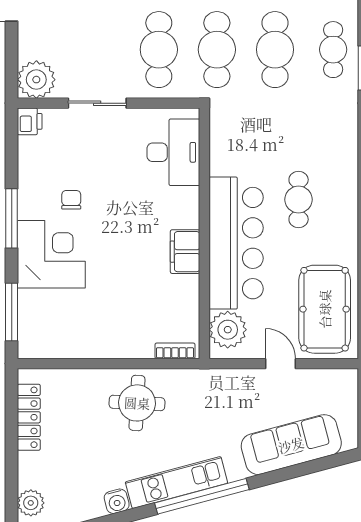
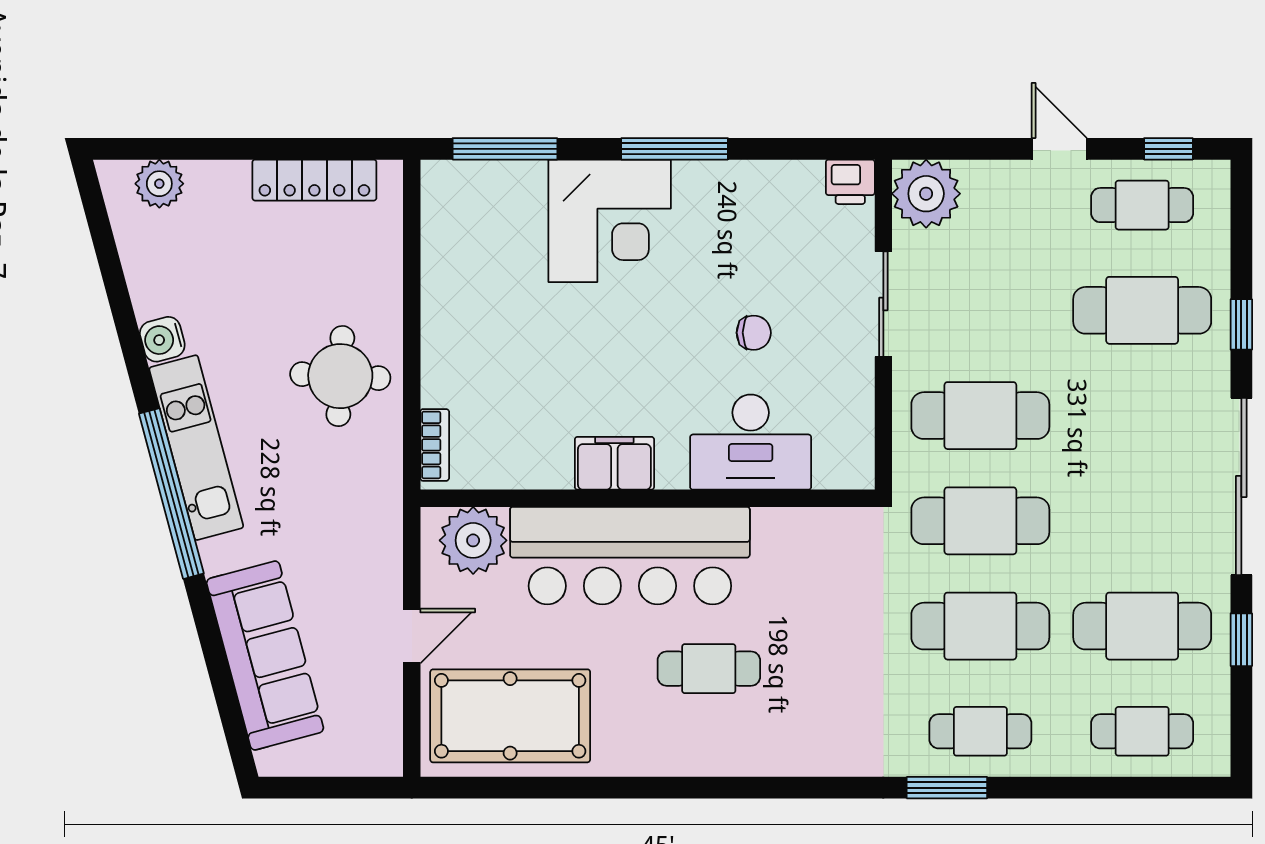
desk: (173, 152) -> (751, 442), moved
chair: (71, 200) -> (754, 333), moved

